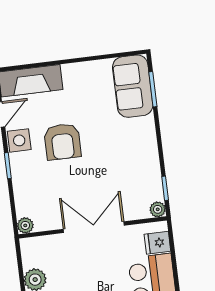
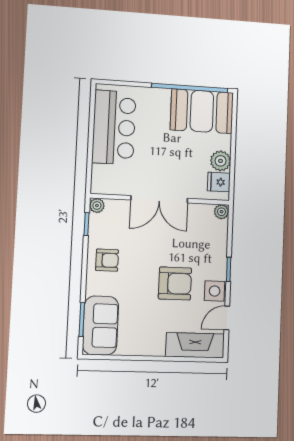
armchair: (62, 142) -> (175, 283), turned 90
armchair: (137, 154) -> (107, 260), added
fridge: (157, 243) -> (219, 182), moved, turned 180

